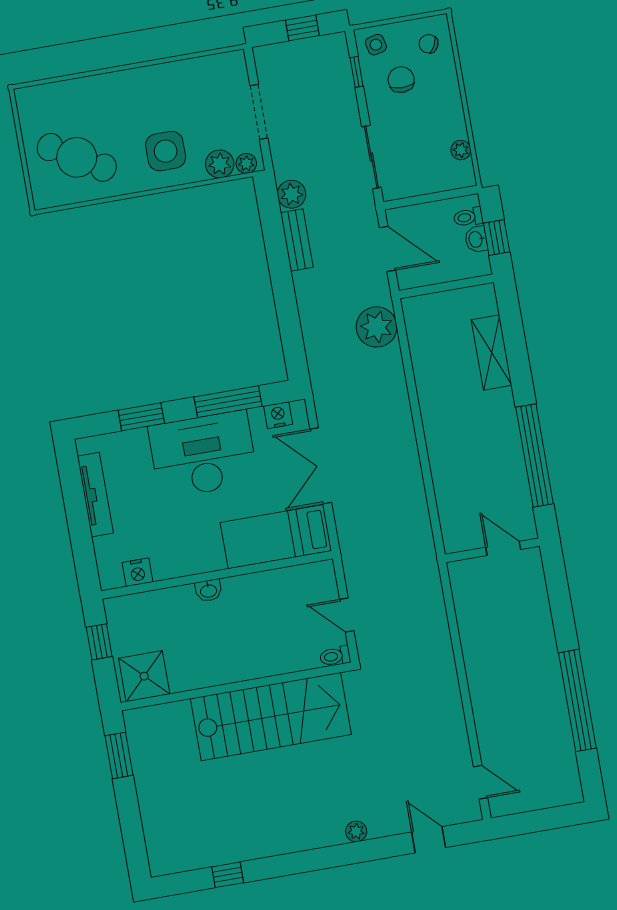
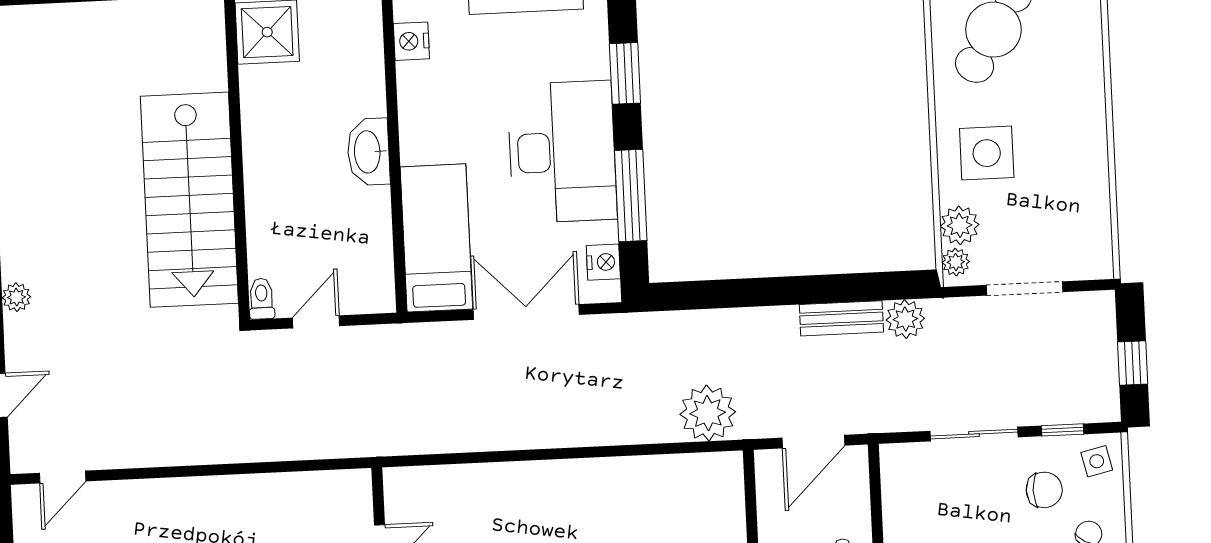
sliding door: (371, 157) -> (974, 434), moved
washbasin: (208, 590) -> (368, 152), width x1.91, depth x1.45

